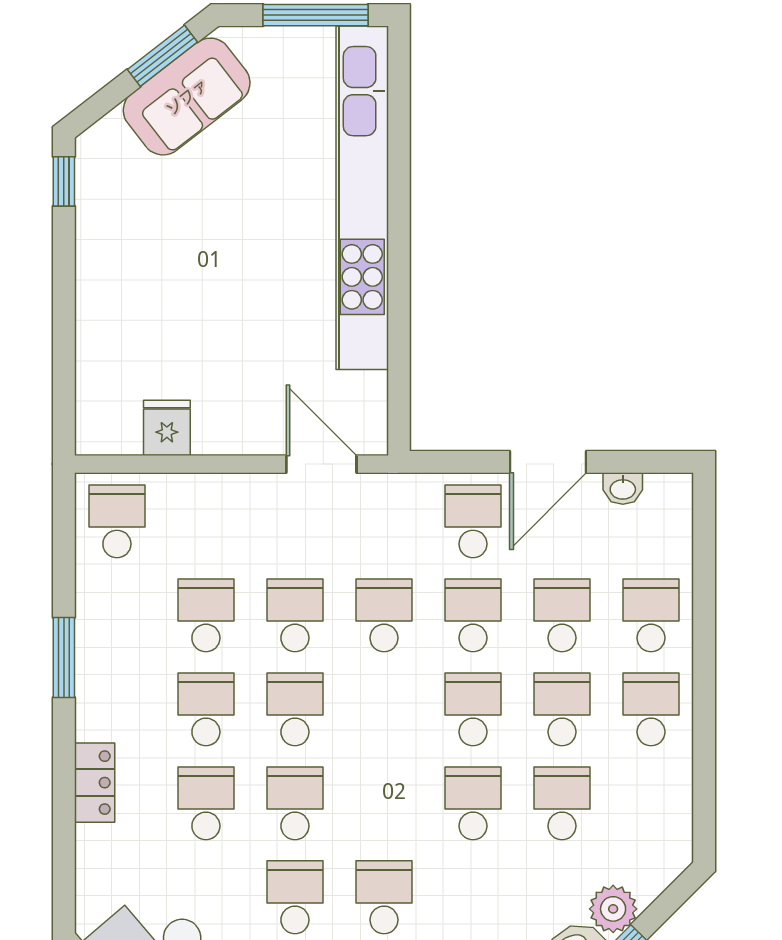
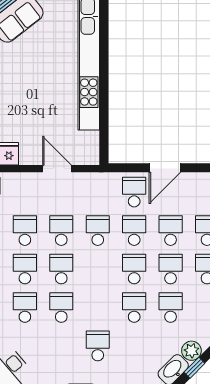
door: (321, 464) -> (57, 169), moved
washbasin: (623, 488) -> (195, 179), removed
school desk: (295, 897) -> (61, 346), removed

